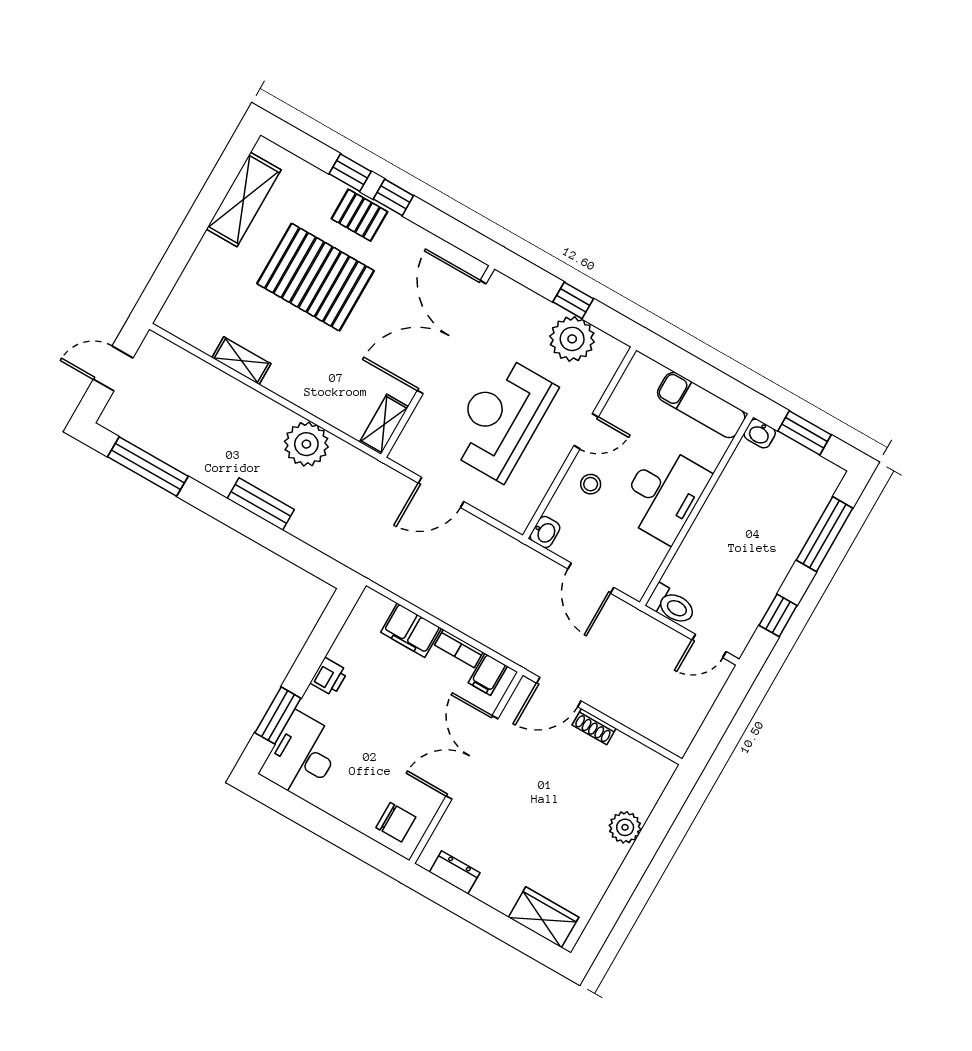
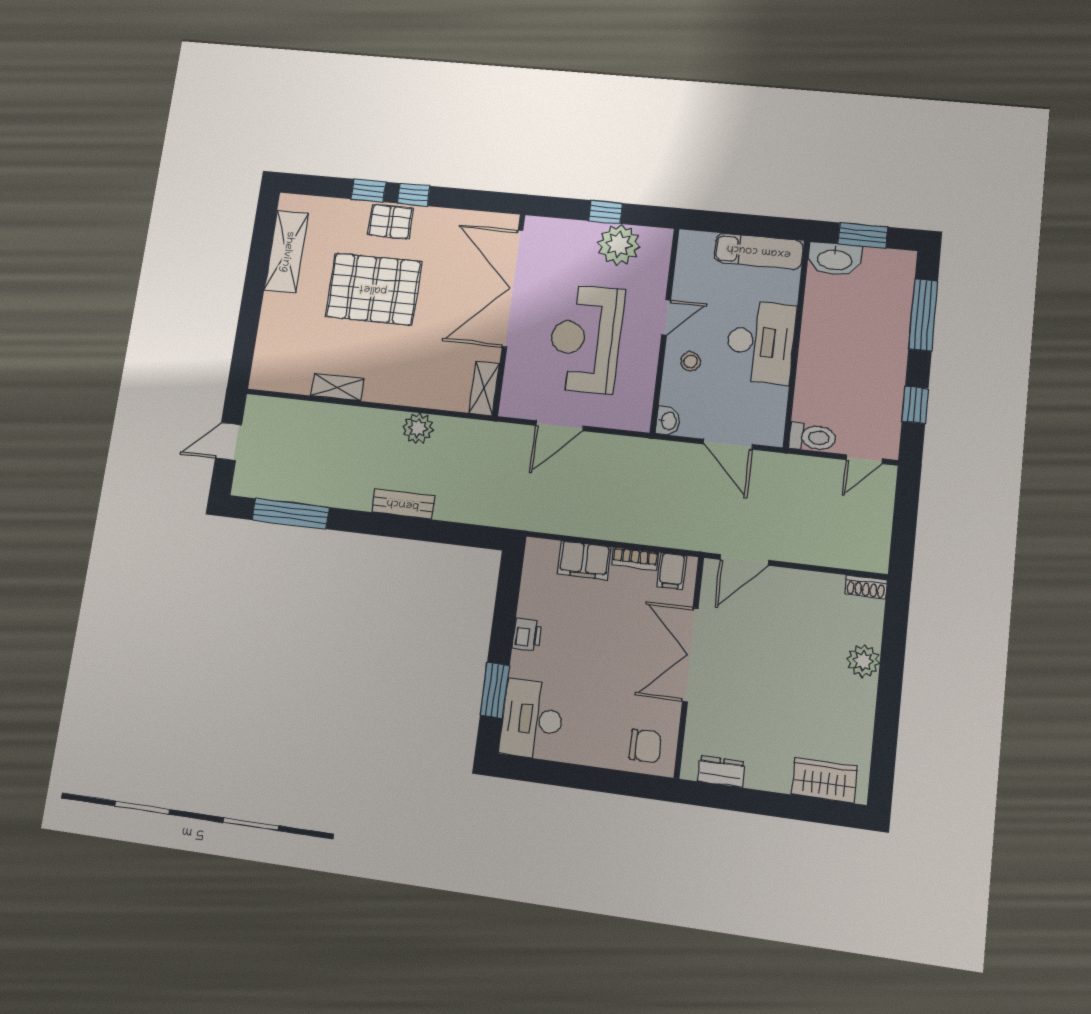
washbasin: (760, 434) -> (835, 259), width x1.91, depth x1.45
plant: (306, 444) -> (418, 428), width x0.73, depth x0.73
shoe rack: (594, 727) -> (866, 587), moved

